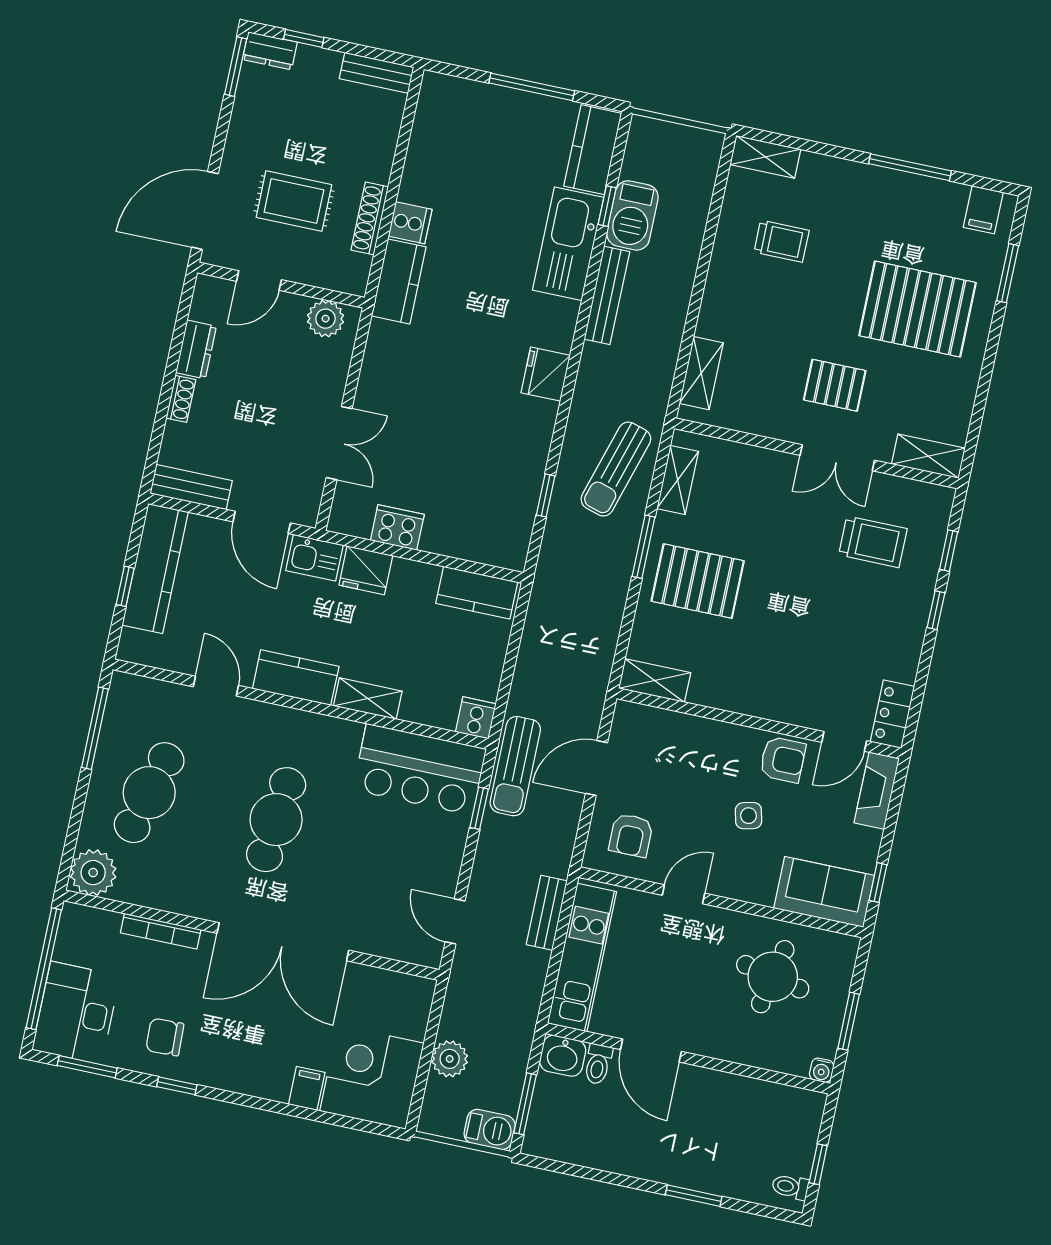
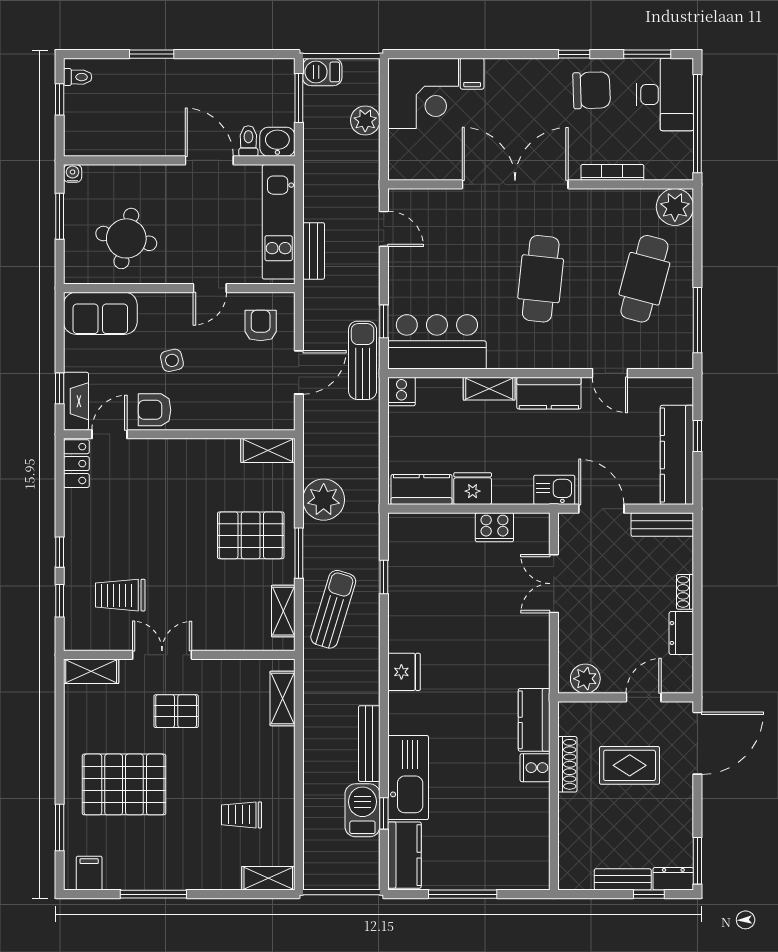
bench: (377, 73) -> (623, 879), moved
fridge: (366, 570) -> (473, 489), moved
plant: (599, 606) -> (324, 500), added
window: (878, 883) -> (60, 388), moved
chair: (165, 1037) -> (592, 90), width x1.37, depth x1.37

